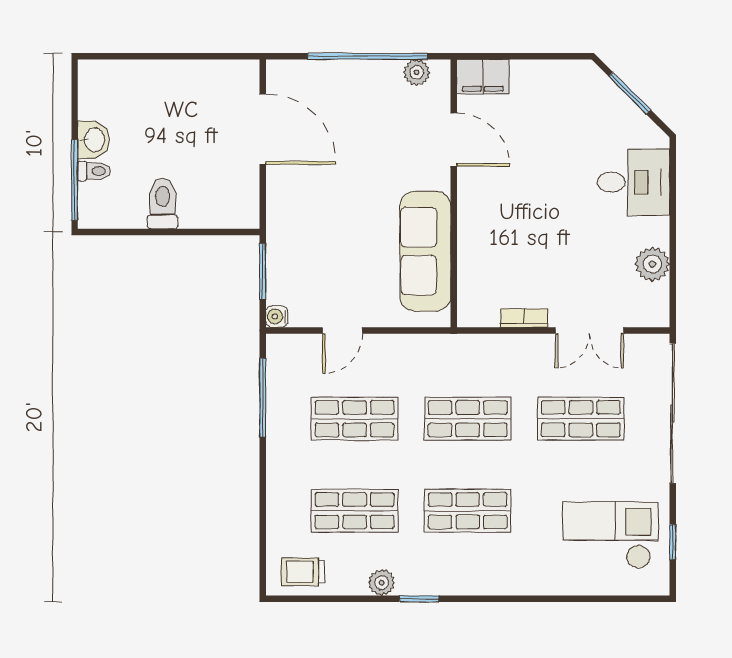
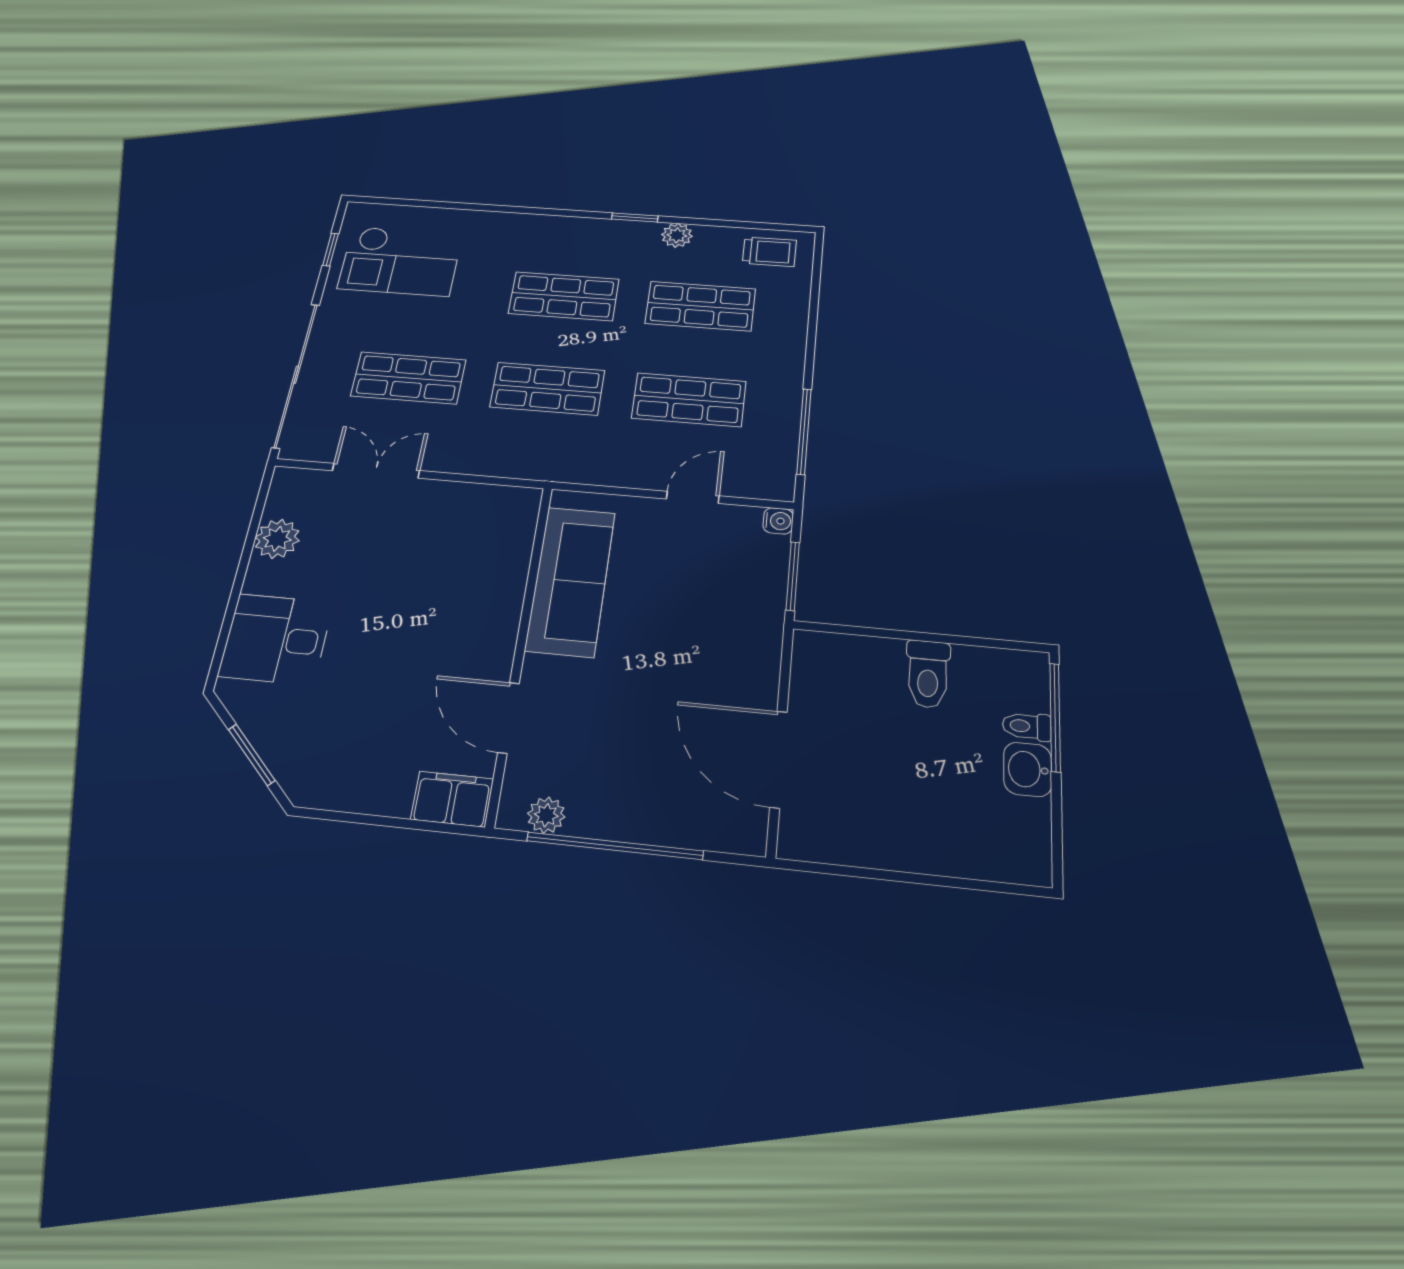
bookcase: (524, 318) -> (455, 492), removed

